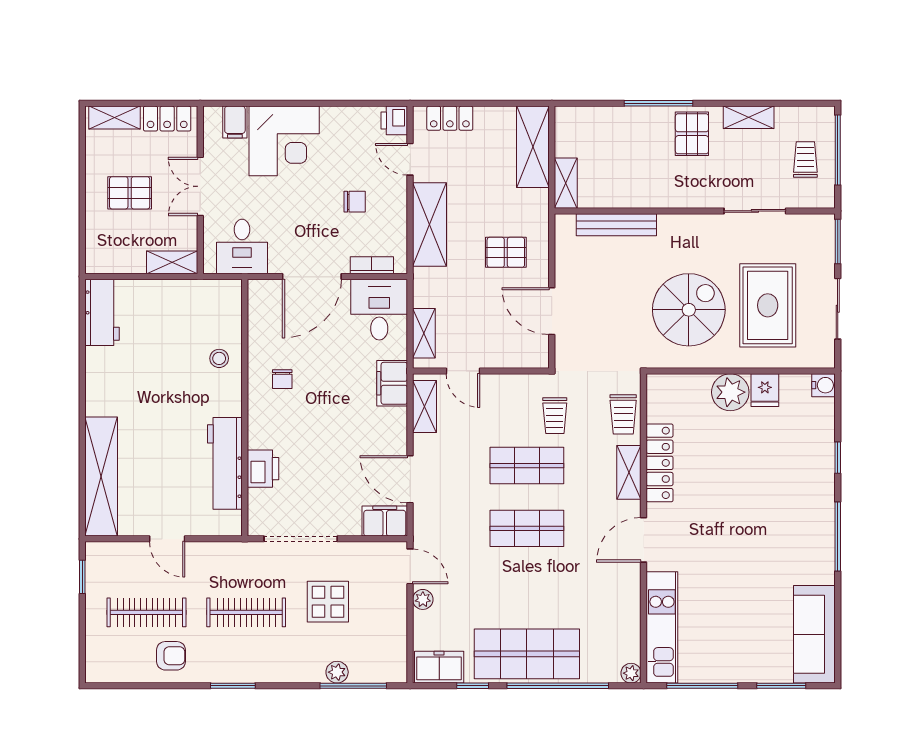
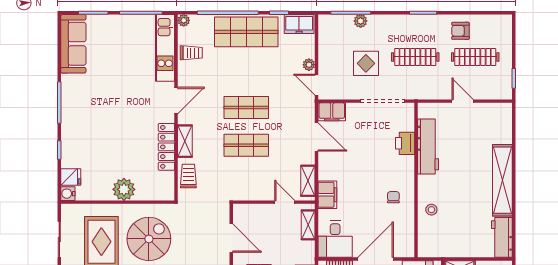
spiral stairs: (689, 310) -> (149, 239), turned 180
fridge: (765, 390) -> (71, 177), moved, turned 90
trolley: (555, 416) -> (191, 53), moved, turned 90
shelving: (101, 477) -> (502, 180), moved

